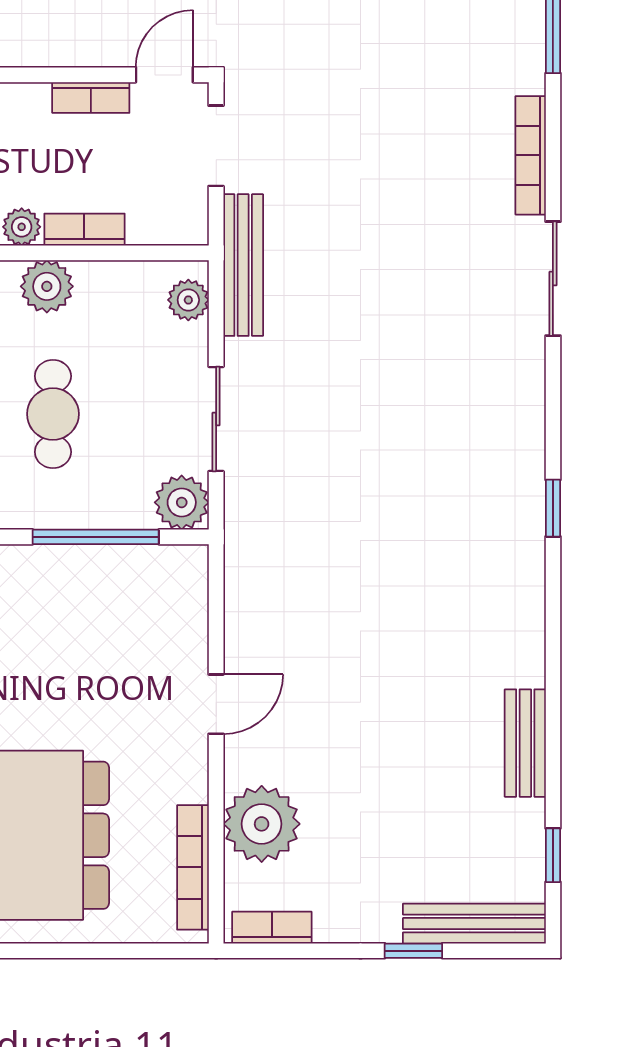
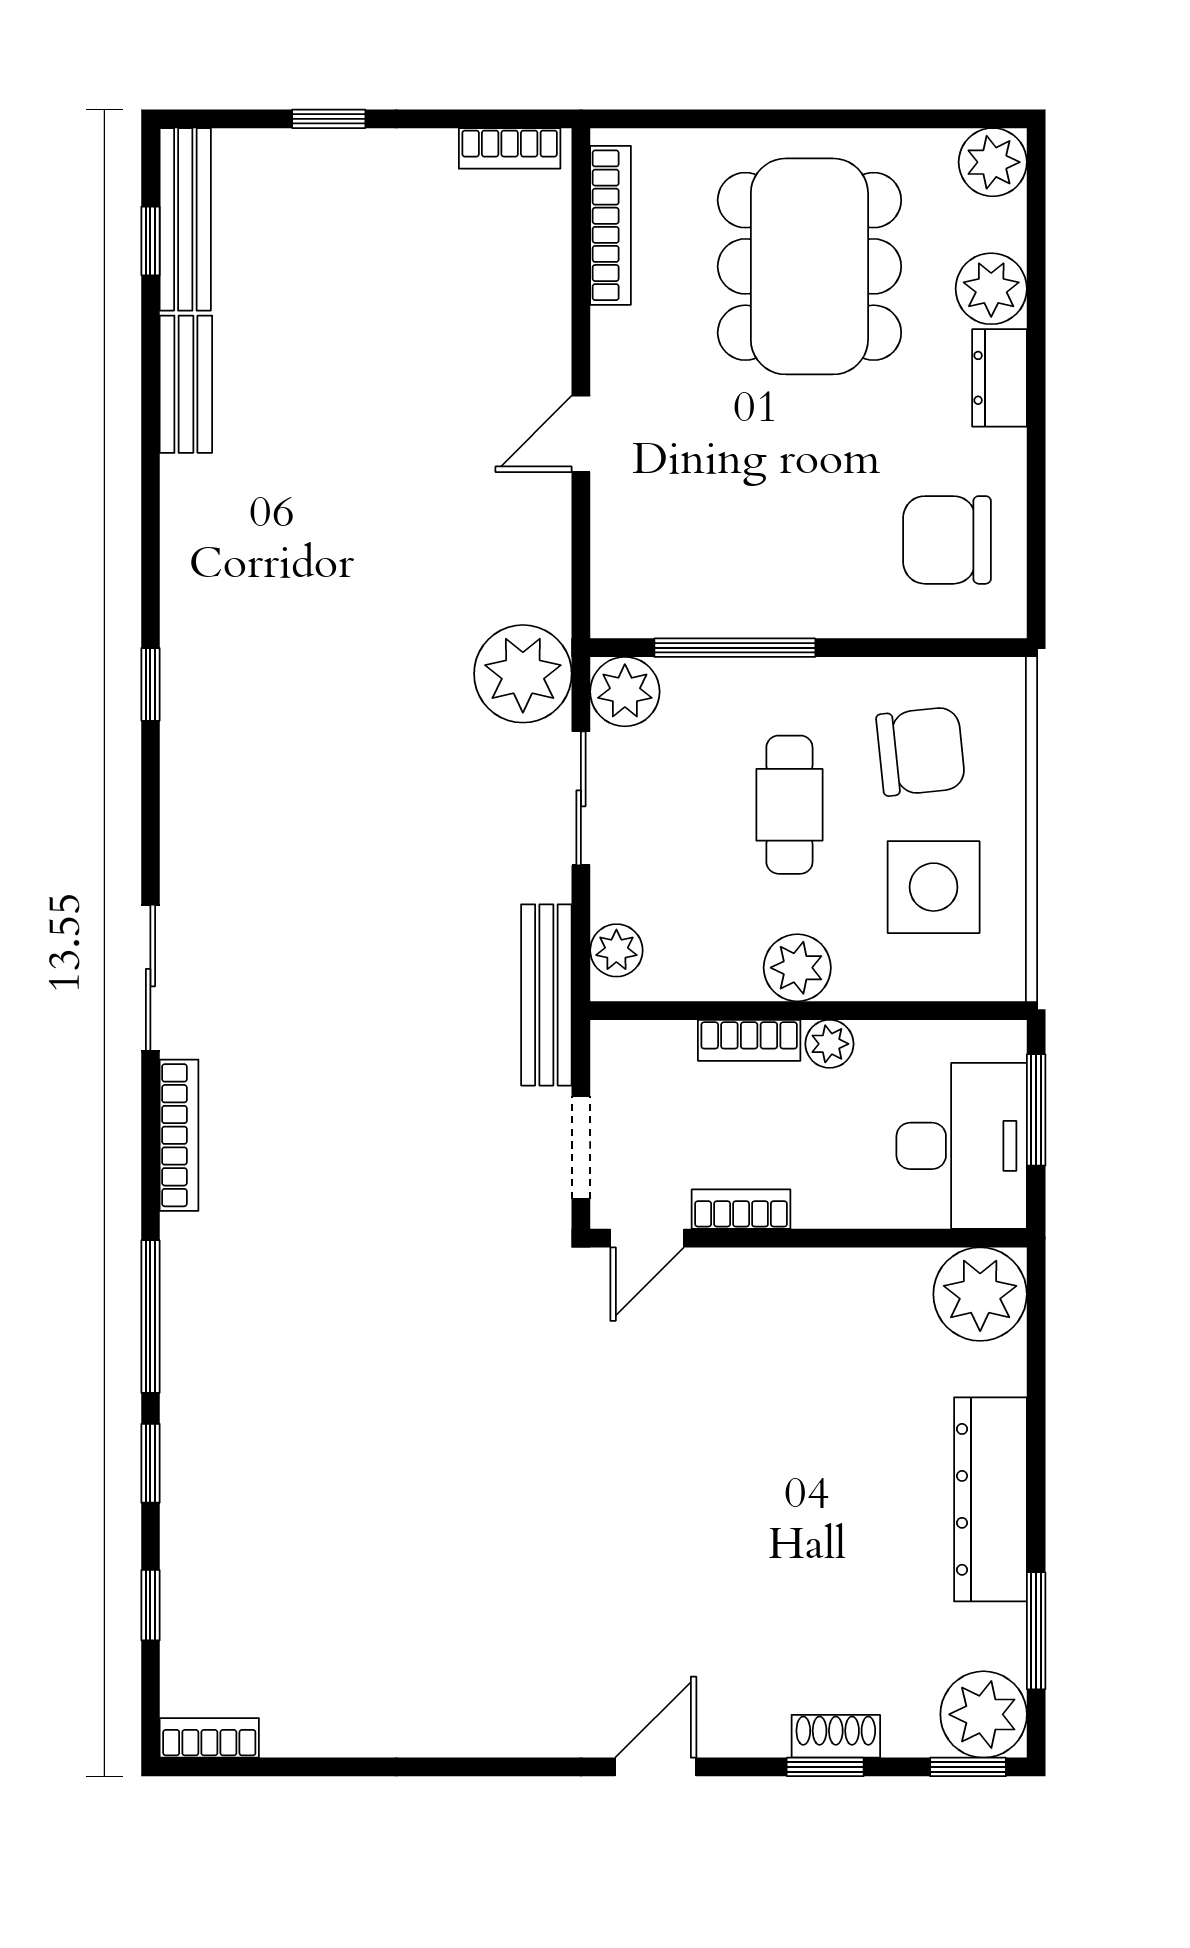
plant: (262, 824) -> (523, 674), moved
bench: (474, 924) -> (185, 219), moved, turned 90

